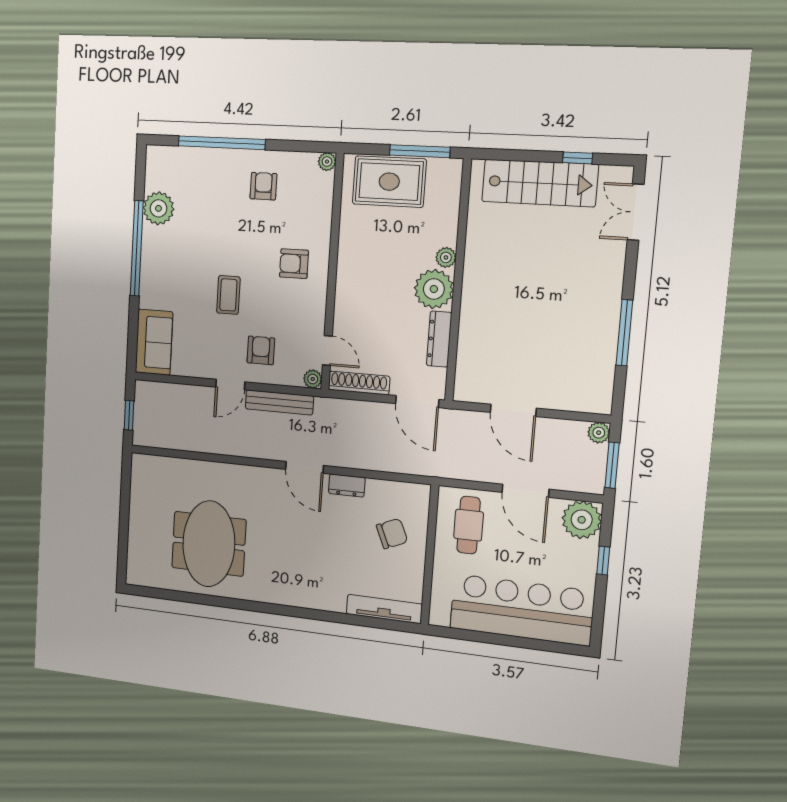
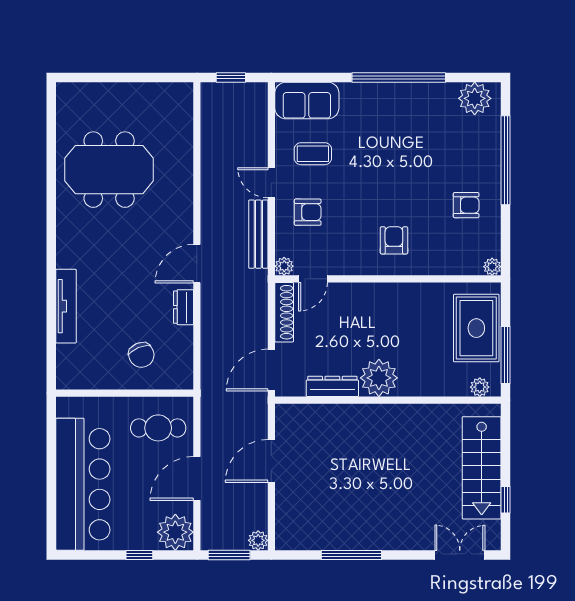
plant: (158, 208) -> (475, 98), moved
plant: (446, 257) -> (480, 387), moved
coffee table: (228, 295) -> (313, 154), moved
tv unit: (384, 609) -> (66, 306), moved

